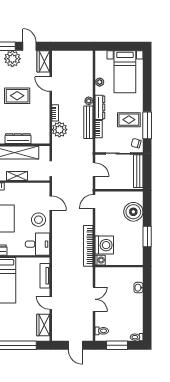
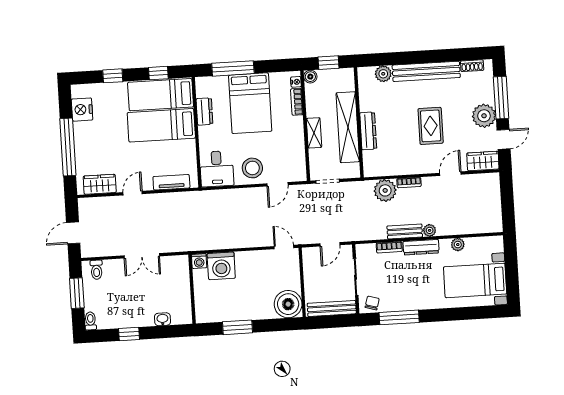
rug: (129, 120) -> (406, 290), removed
bench: (88, 122) -> (405, 231), width x0.73
boiler: (133, 212) -> (288, 304), moved
bookcase: (88, 246) -> (219, 243), removed
window: (147, 311) -> (129, 334), added

